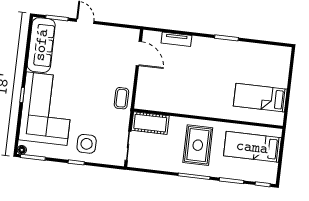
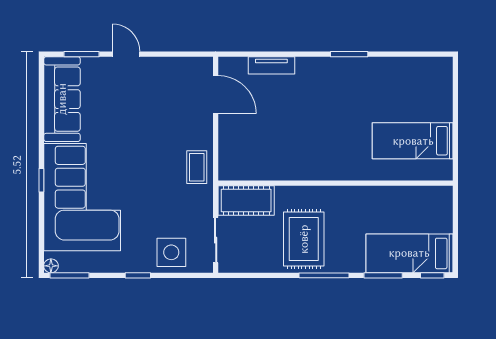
side table: (87, 144) -> (171, 252), moved
rug: (198, 145) -> (304, 239), moved
bed: (252, 147) -> (409, 253), moved

